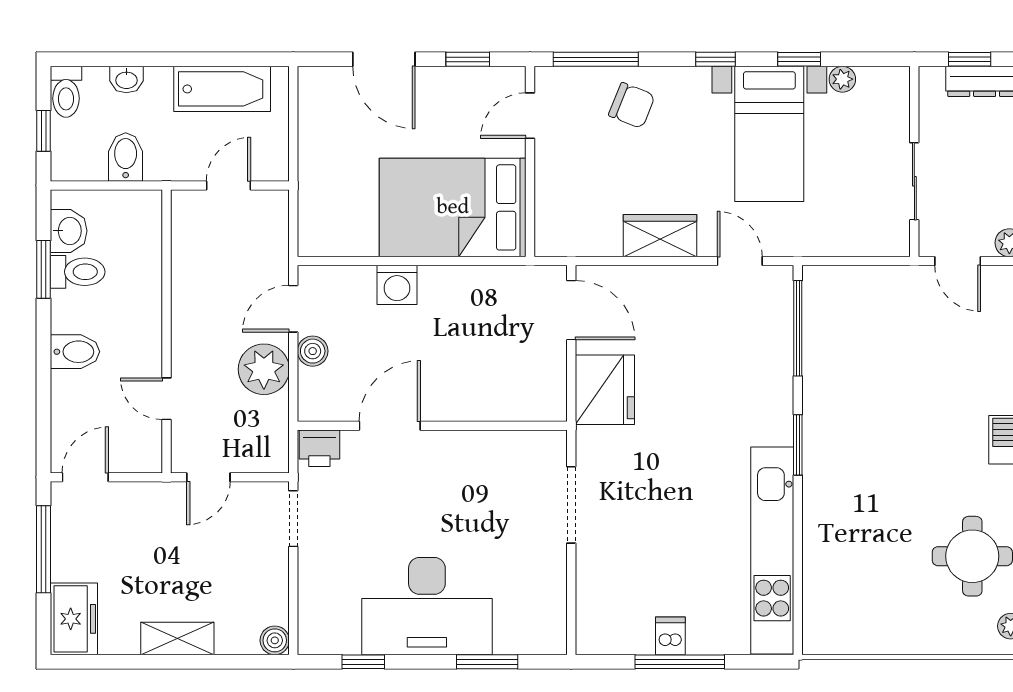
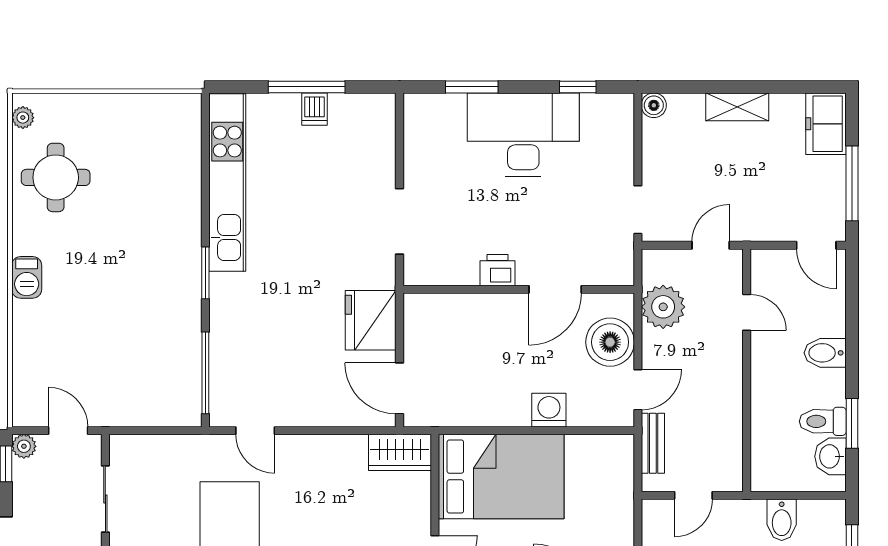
wardrobe: (660, 236) -> (400, 452), moved
bench: (276, 246) -> (653, 443), added
boiler: (313, 351) -> (610, 342), width x1.86, depth x1.86
plant: (264, 369) -> (663, 307), moved
printer: (319, 448) -> (497, 270), moved
door: (85, 477) -> (816, 245), hinge flipped

